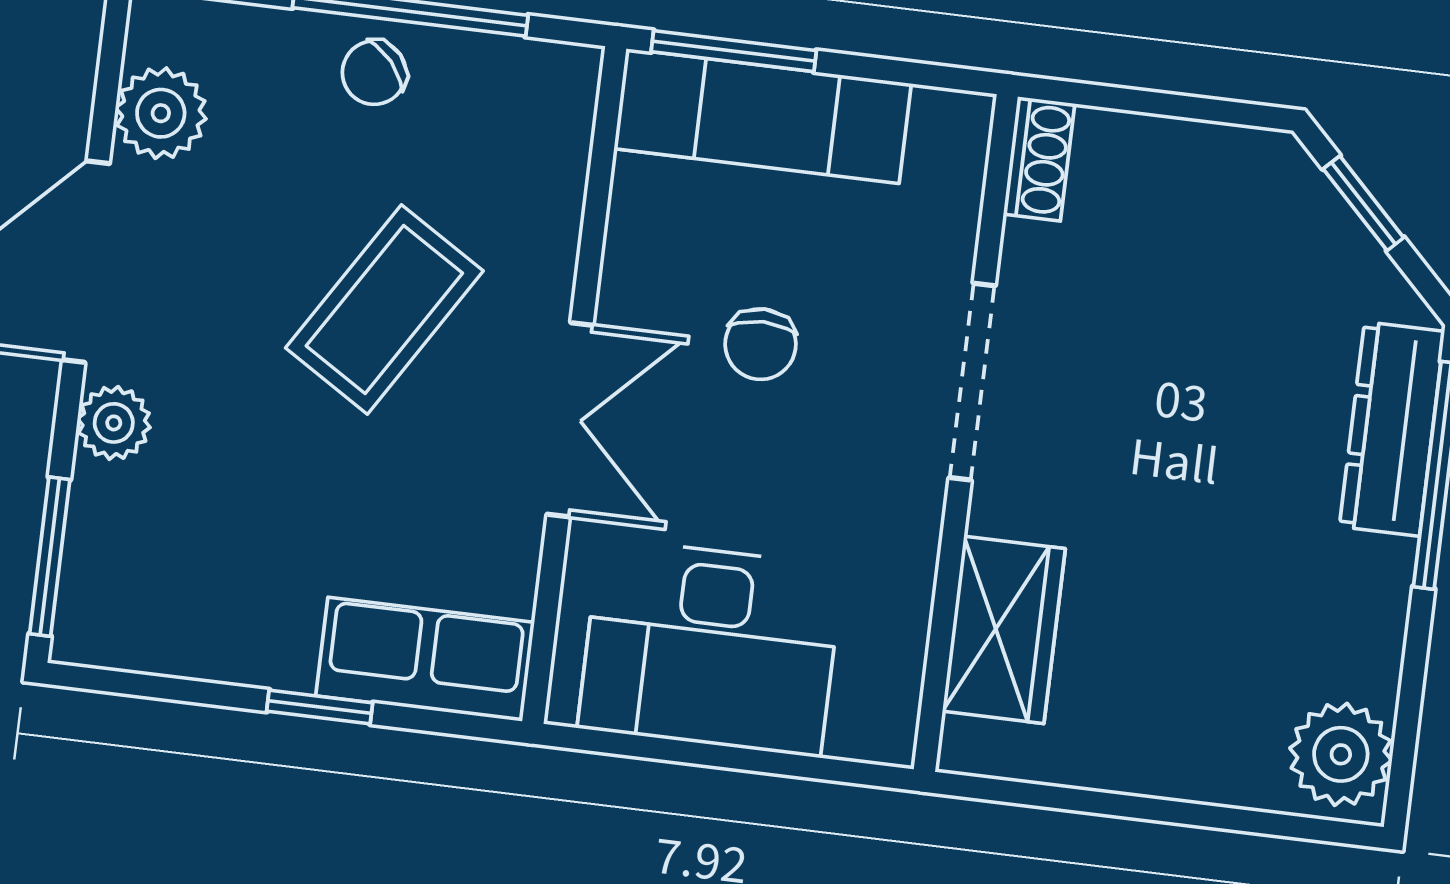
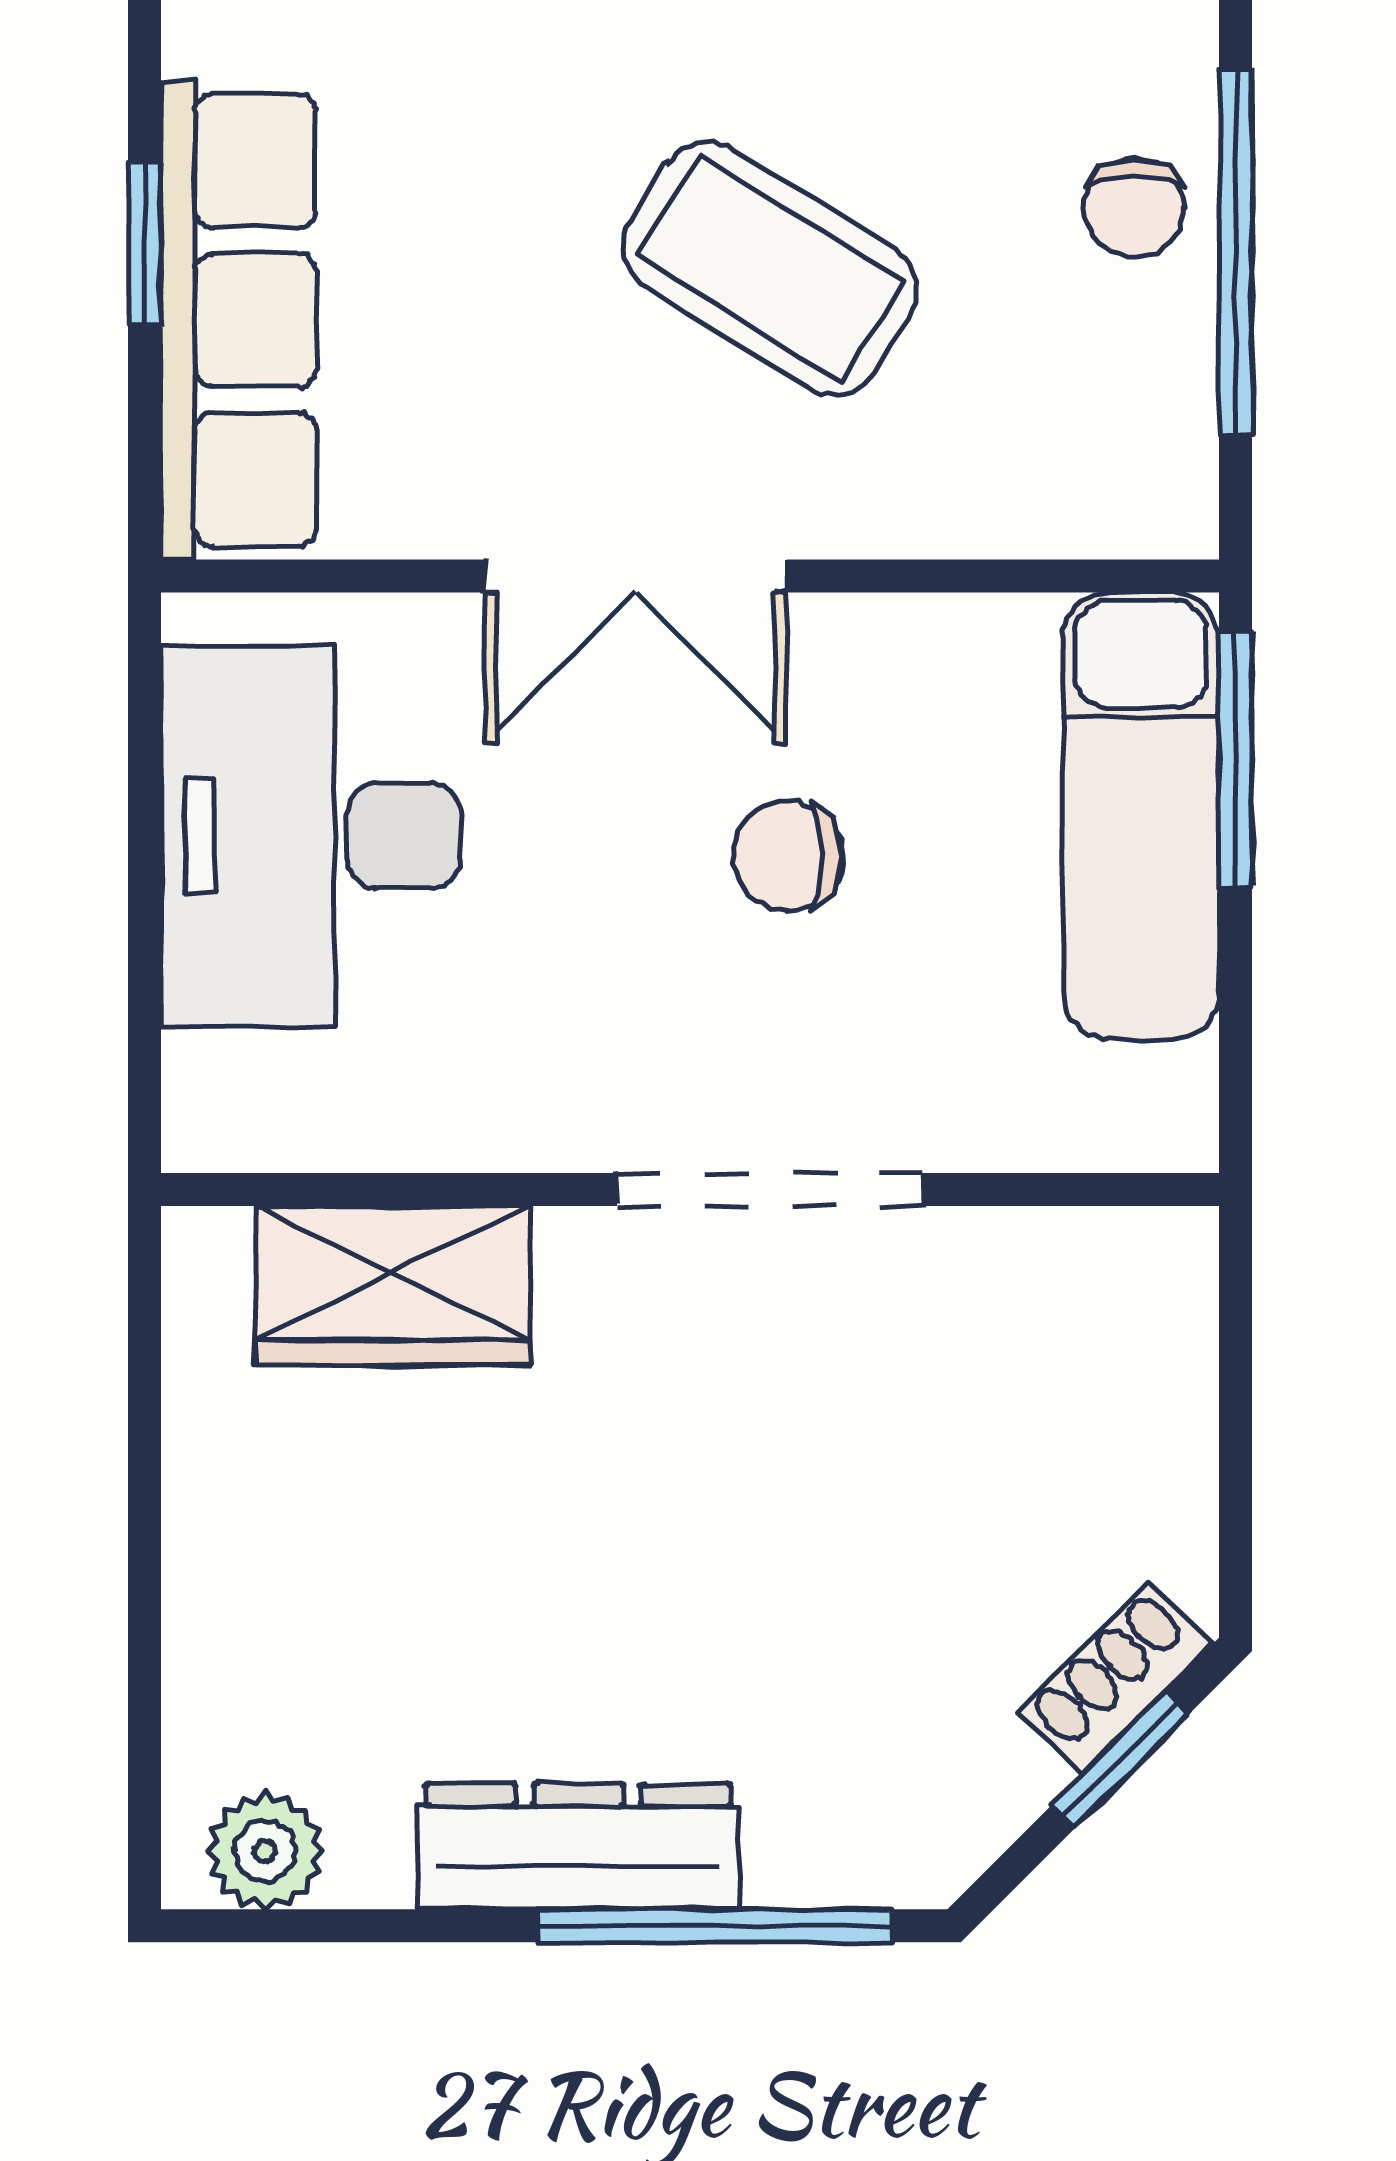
chair: (374, 73) -> (1134, 208), turned -139
shoe rack: (1039, 159) -> (1116, 1678), moved, turned 135
dresser: (1392, 429) -> (578, 1847), moved
row of seats: (425, 659) -> (238, 320), width x1.48
plant: (1341, 754) -> (265, 1851), width x0.73, depth x0.73

